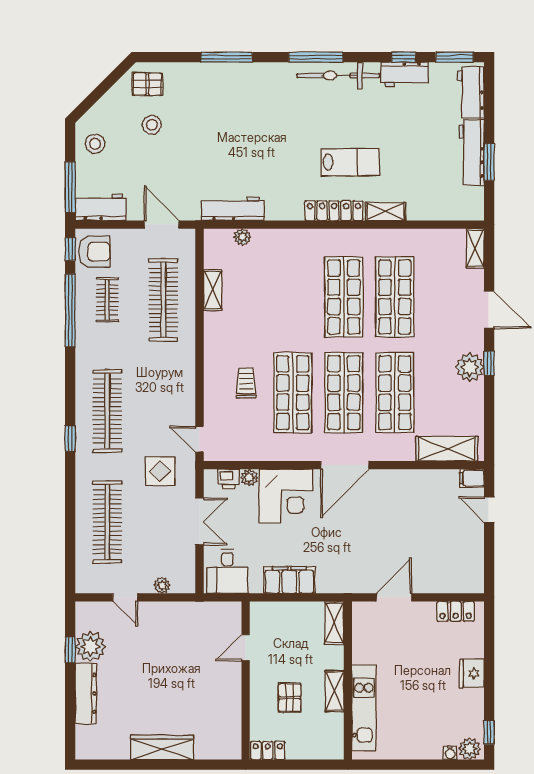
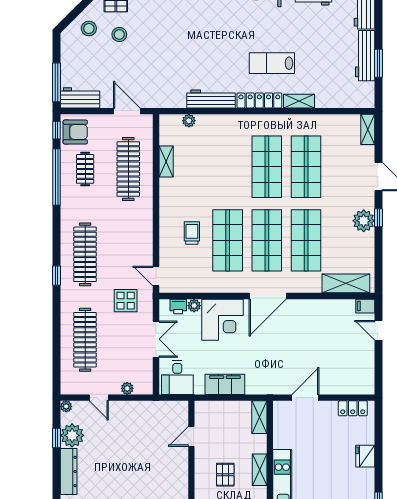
stool: (95, 144) -> (89, 29), moved
lab bench: (350, 162) -> (272, 63), turned 180
workbench: (233, 209) -> (211, 99), moved
plant: (83, 609) -> (66, 406), added

